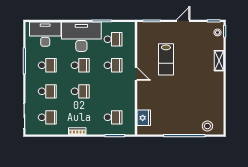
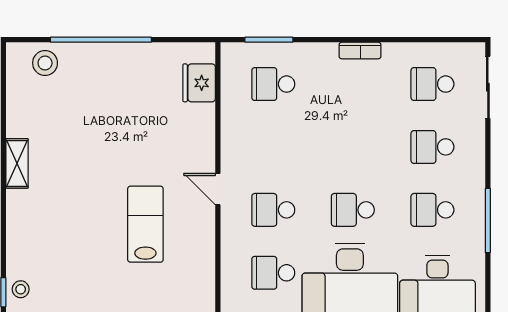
shelving: (219, 61) -> (17, 163), moved
school desk: (80, 91) -> (353, 147), removed

